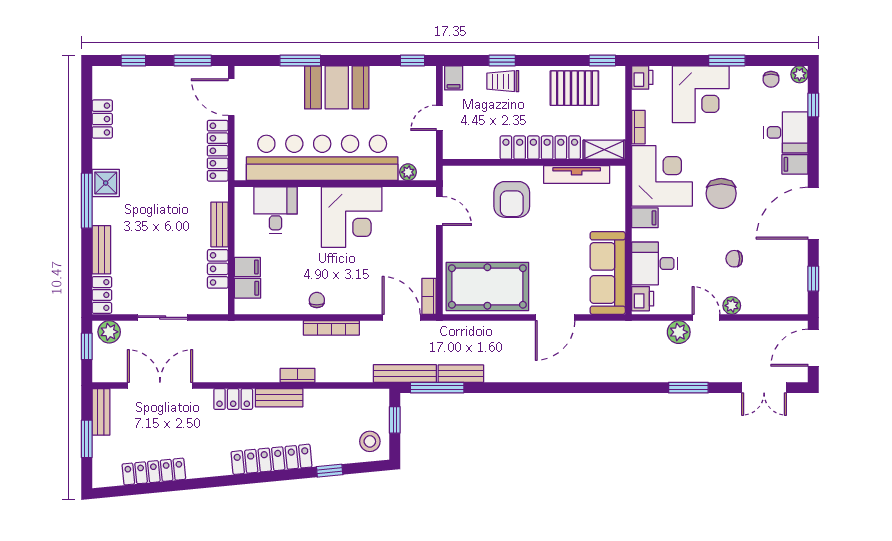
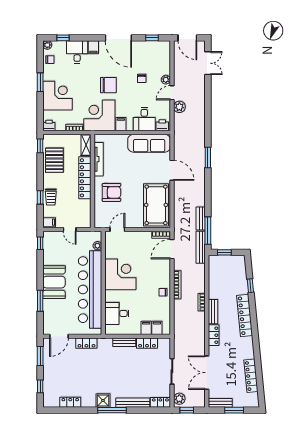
locker: (218, 151) -> (86, 343), width x0.66
bench: (101, 250) -> (133, 403), width x1.36
window: (688, 388) -> (208, 157), moved
stool: (370, 441) -> (235, 265), removed

